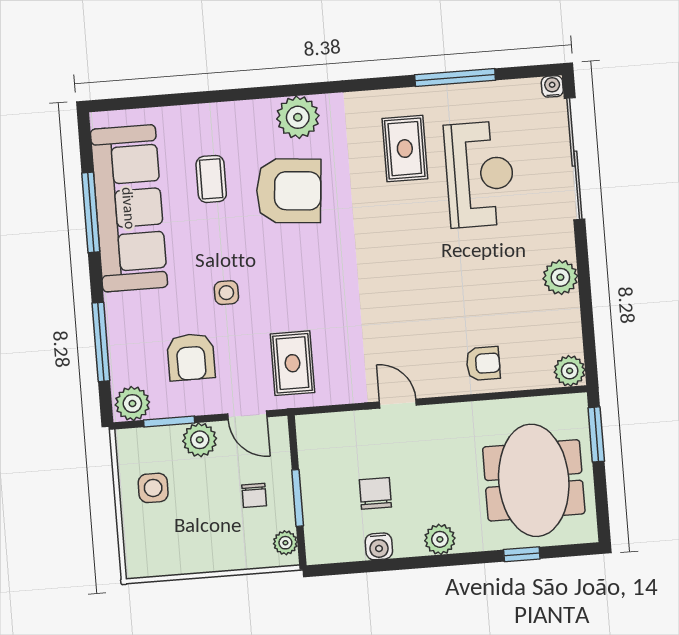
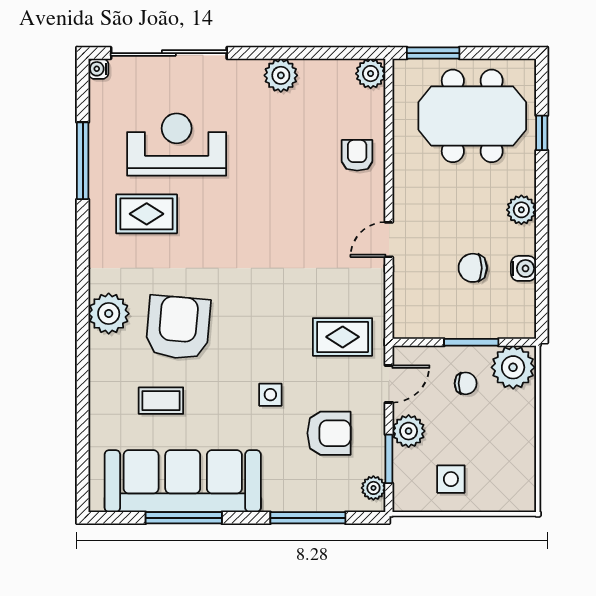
plant: (132, 404) -> (373, 488), width x0.73, depth x0.73
plant: (285, 543) -> (513, 367), width x1.88, depth x1.88

